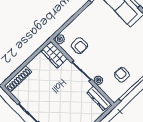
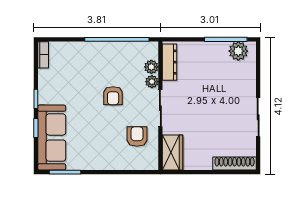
plant: (60, 39) -> (151, 67), moved
armchair: (122, 75) -> (113, 96), moved

